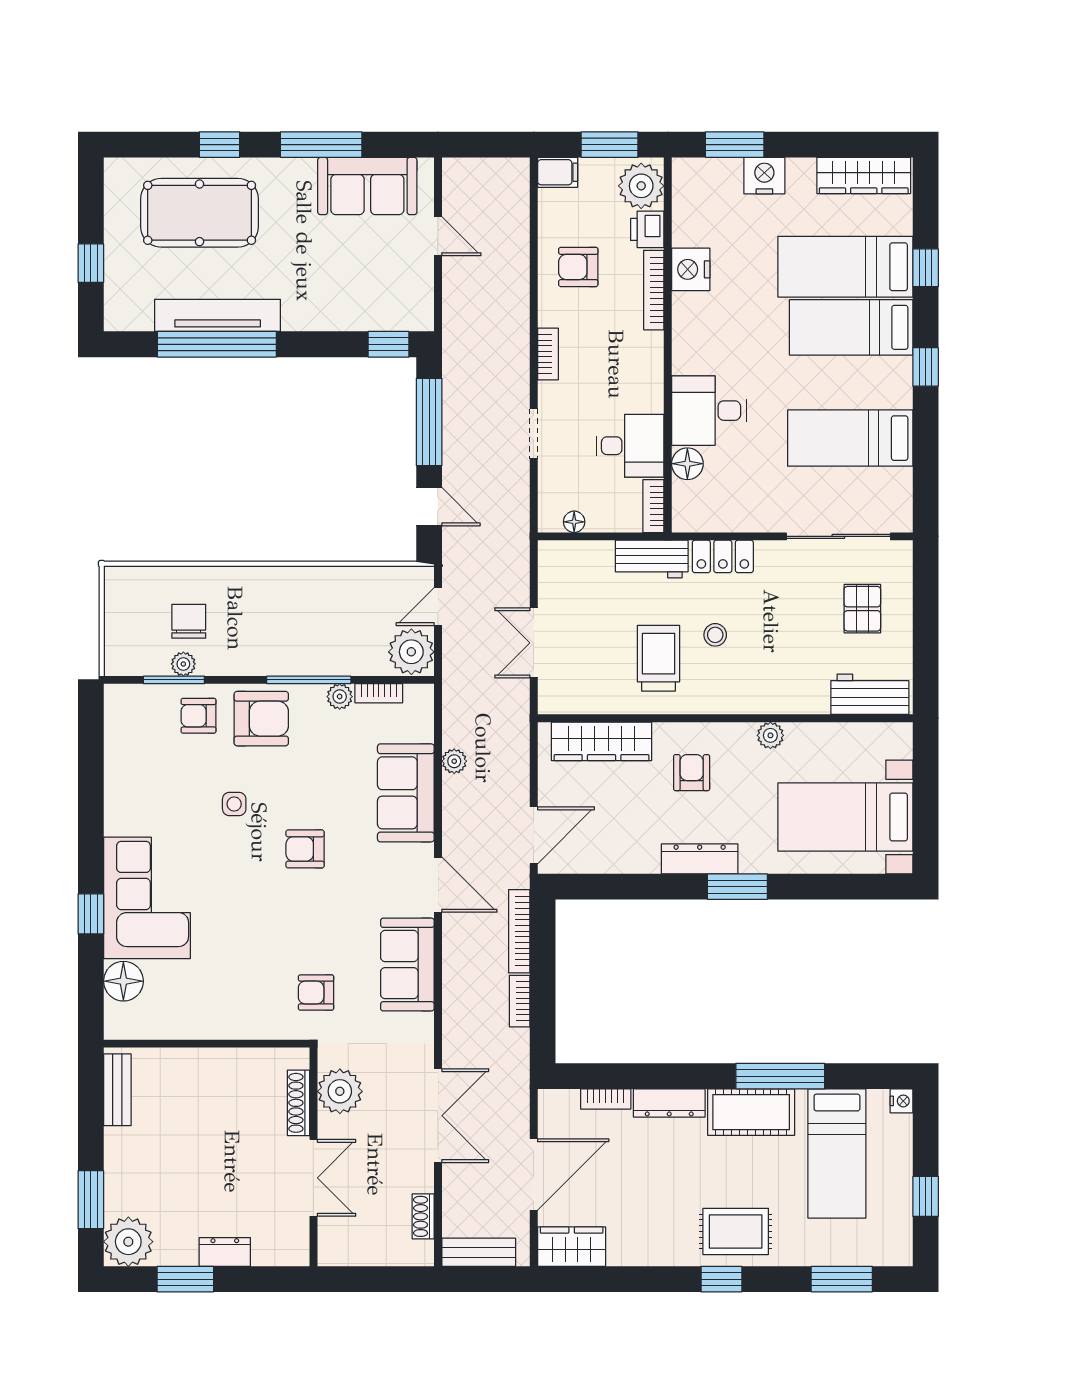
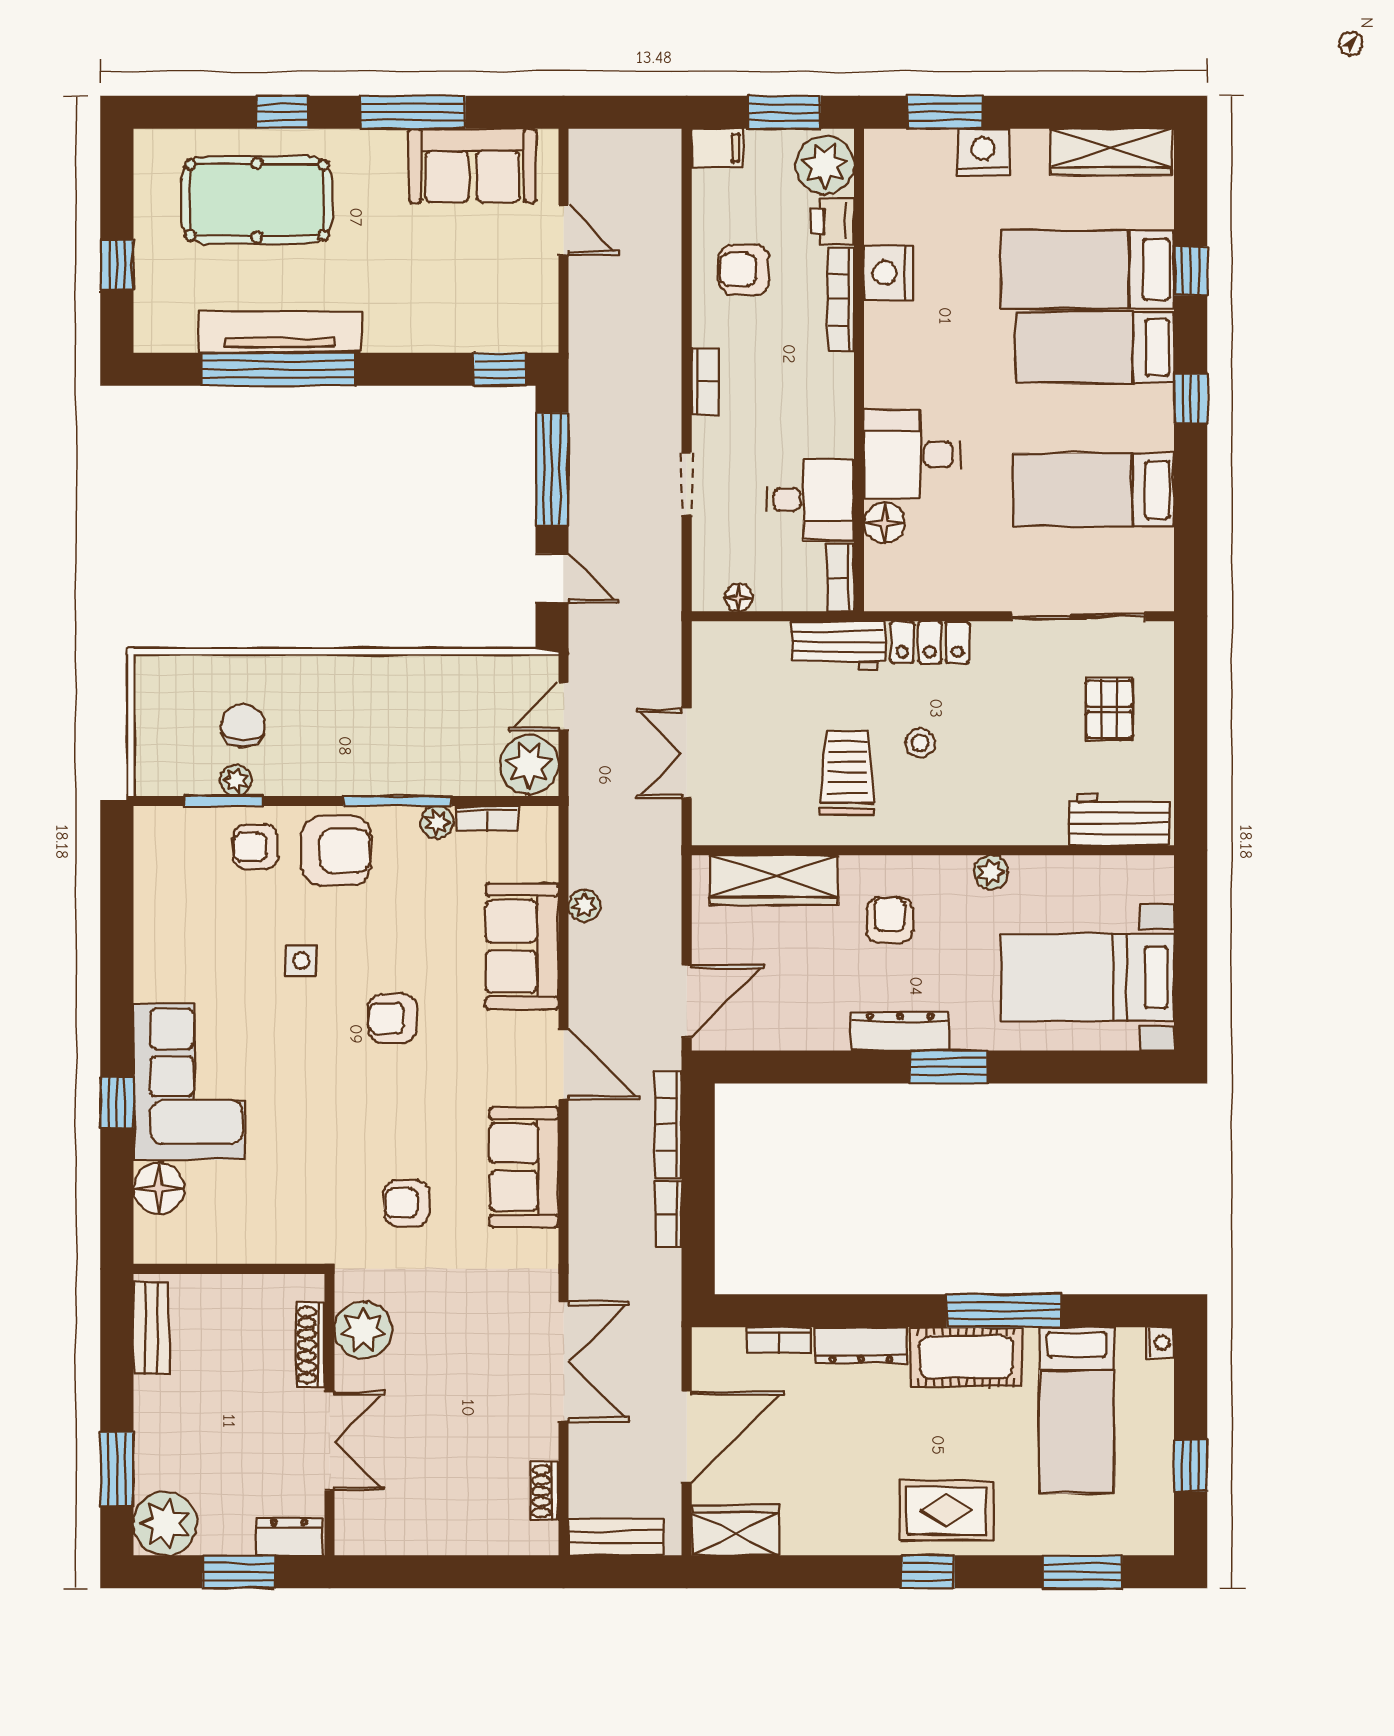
plant: (340, 1091) -> (363, 1330), moved
shoe rack: (299, 1103) -> (310, 1345), moved
wall: (314, 1157) -> (330, 1415), moved
double door: (314, 1178) -> (330, 1441), moved

